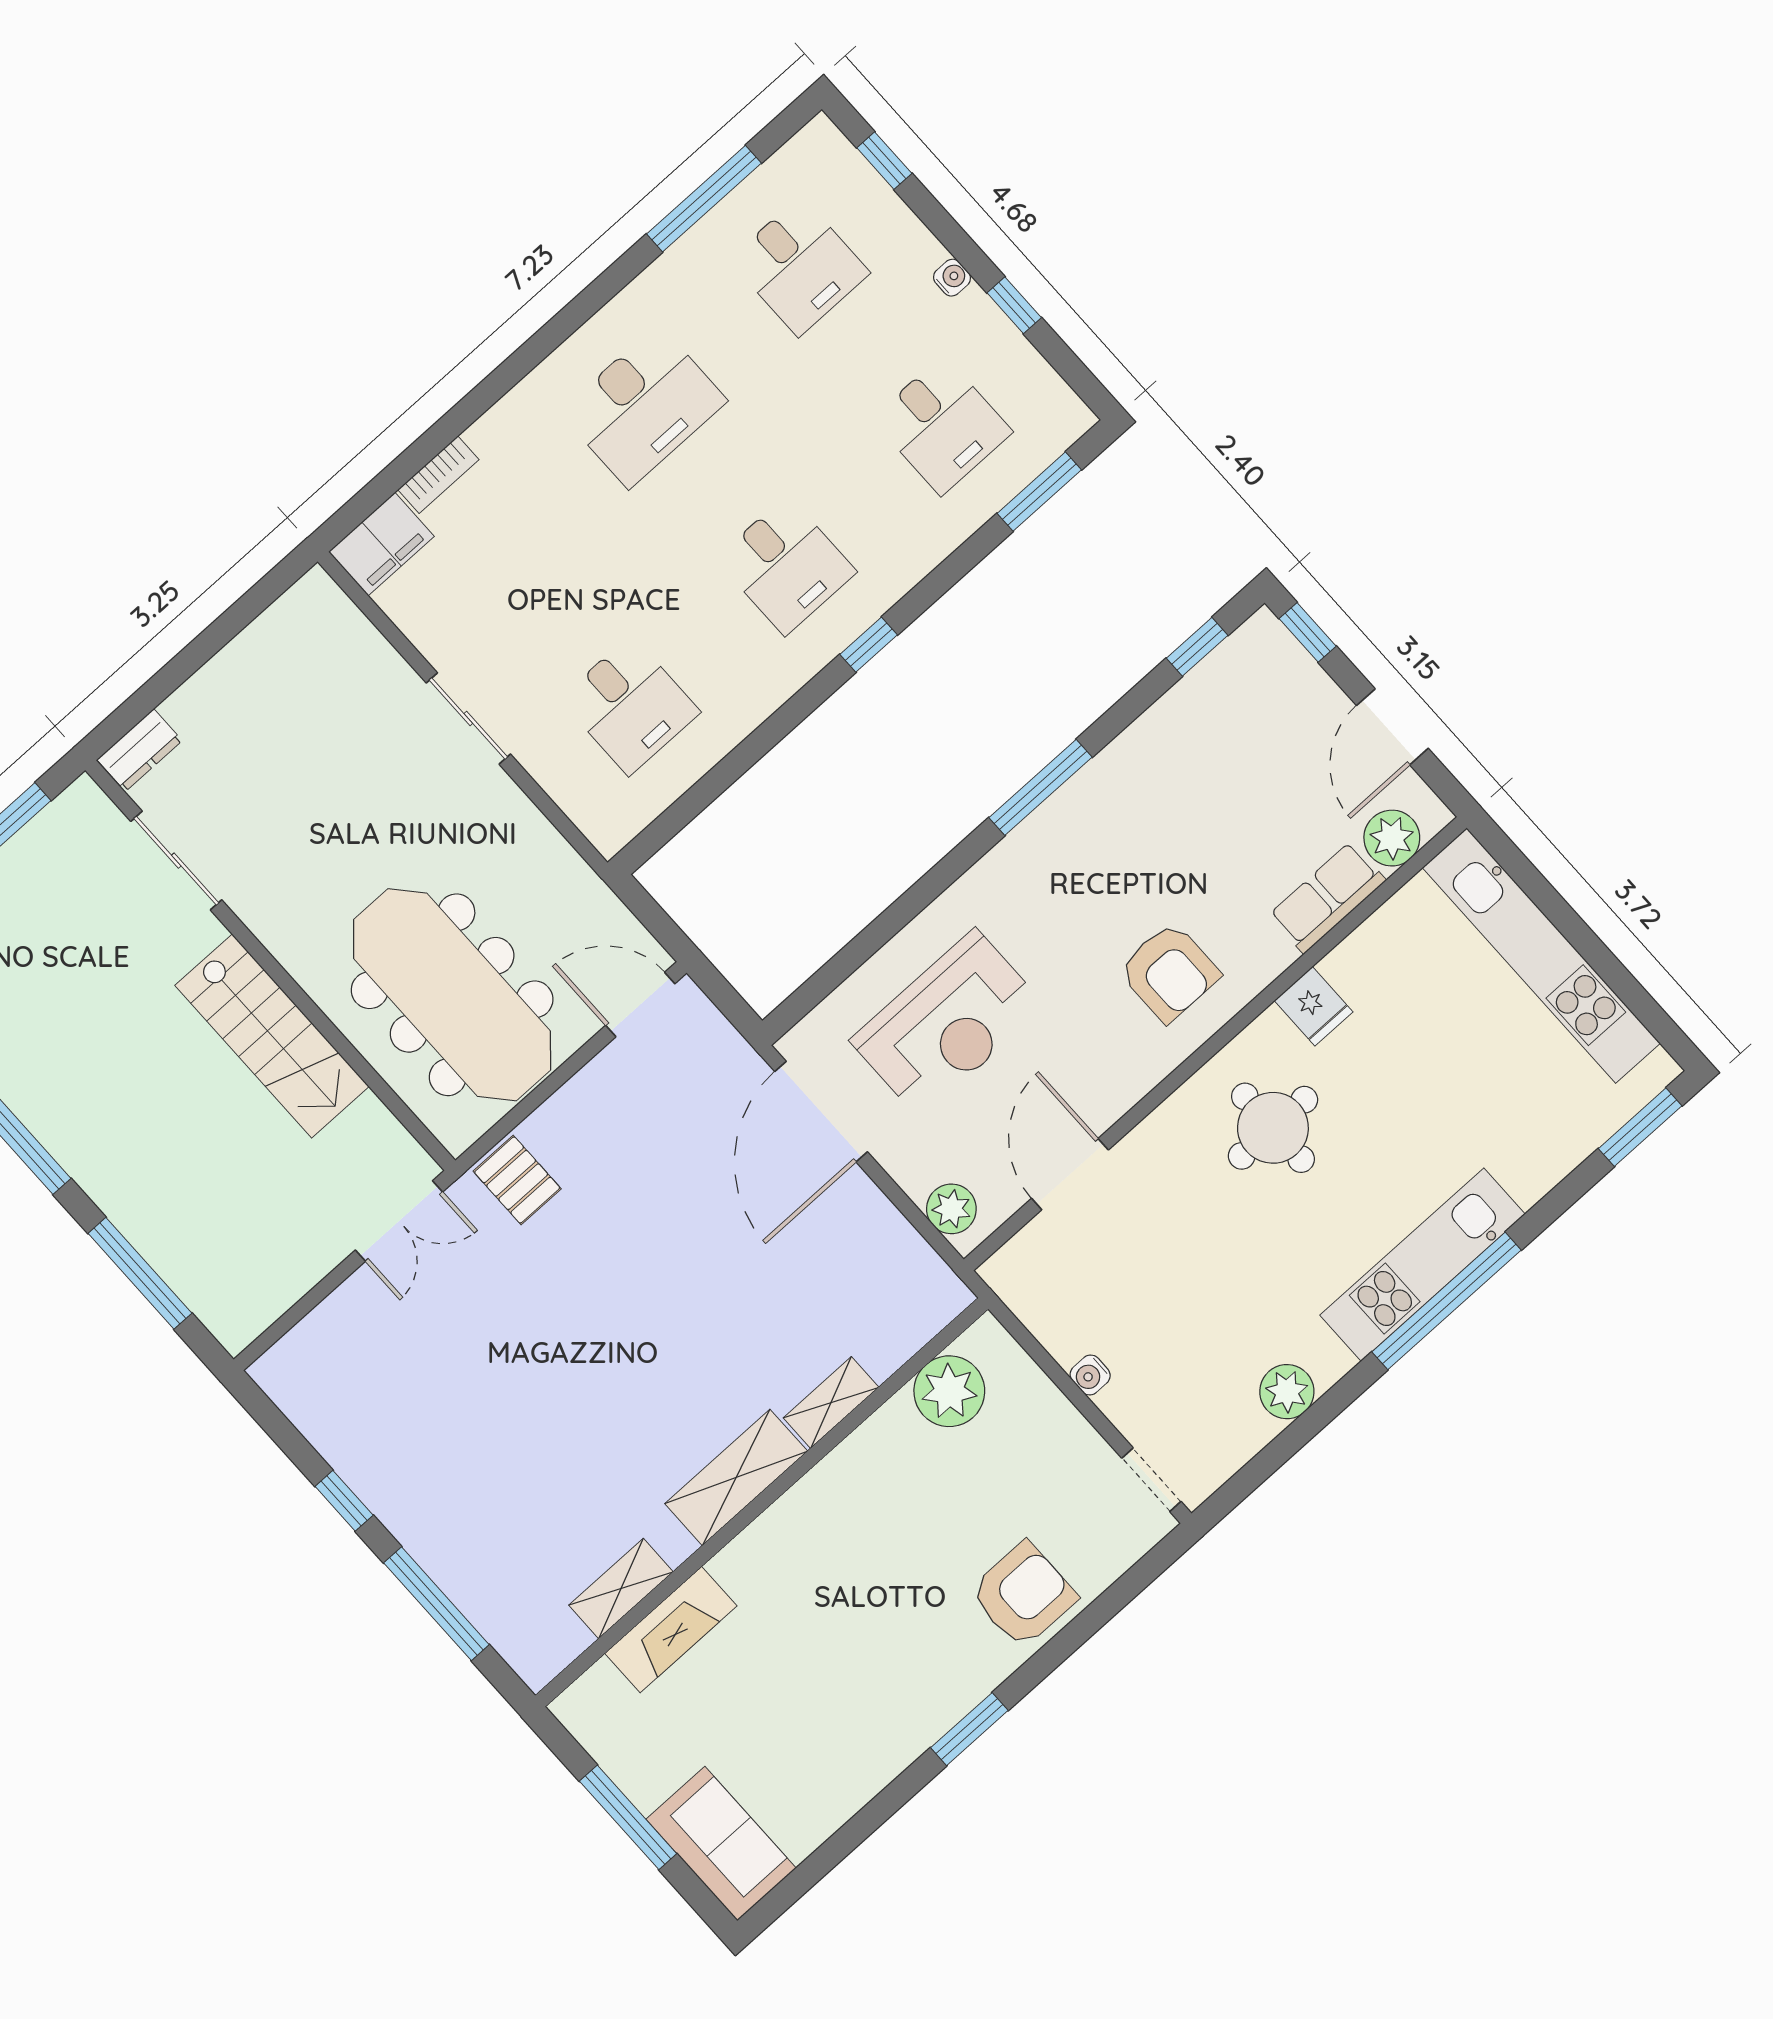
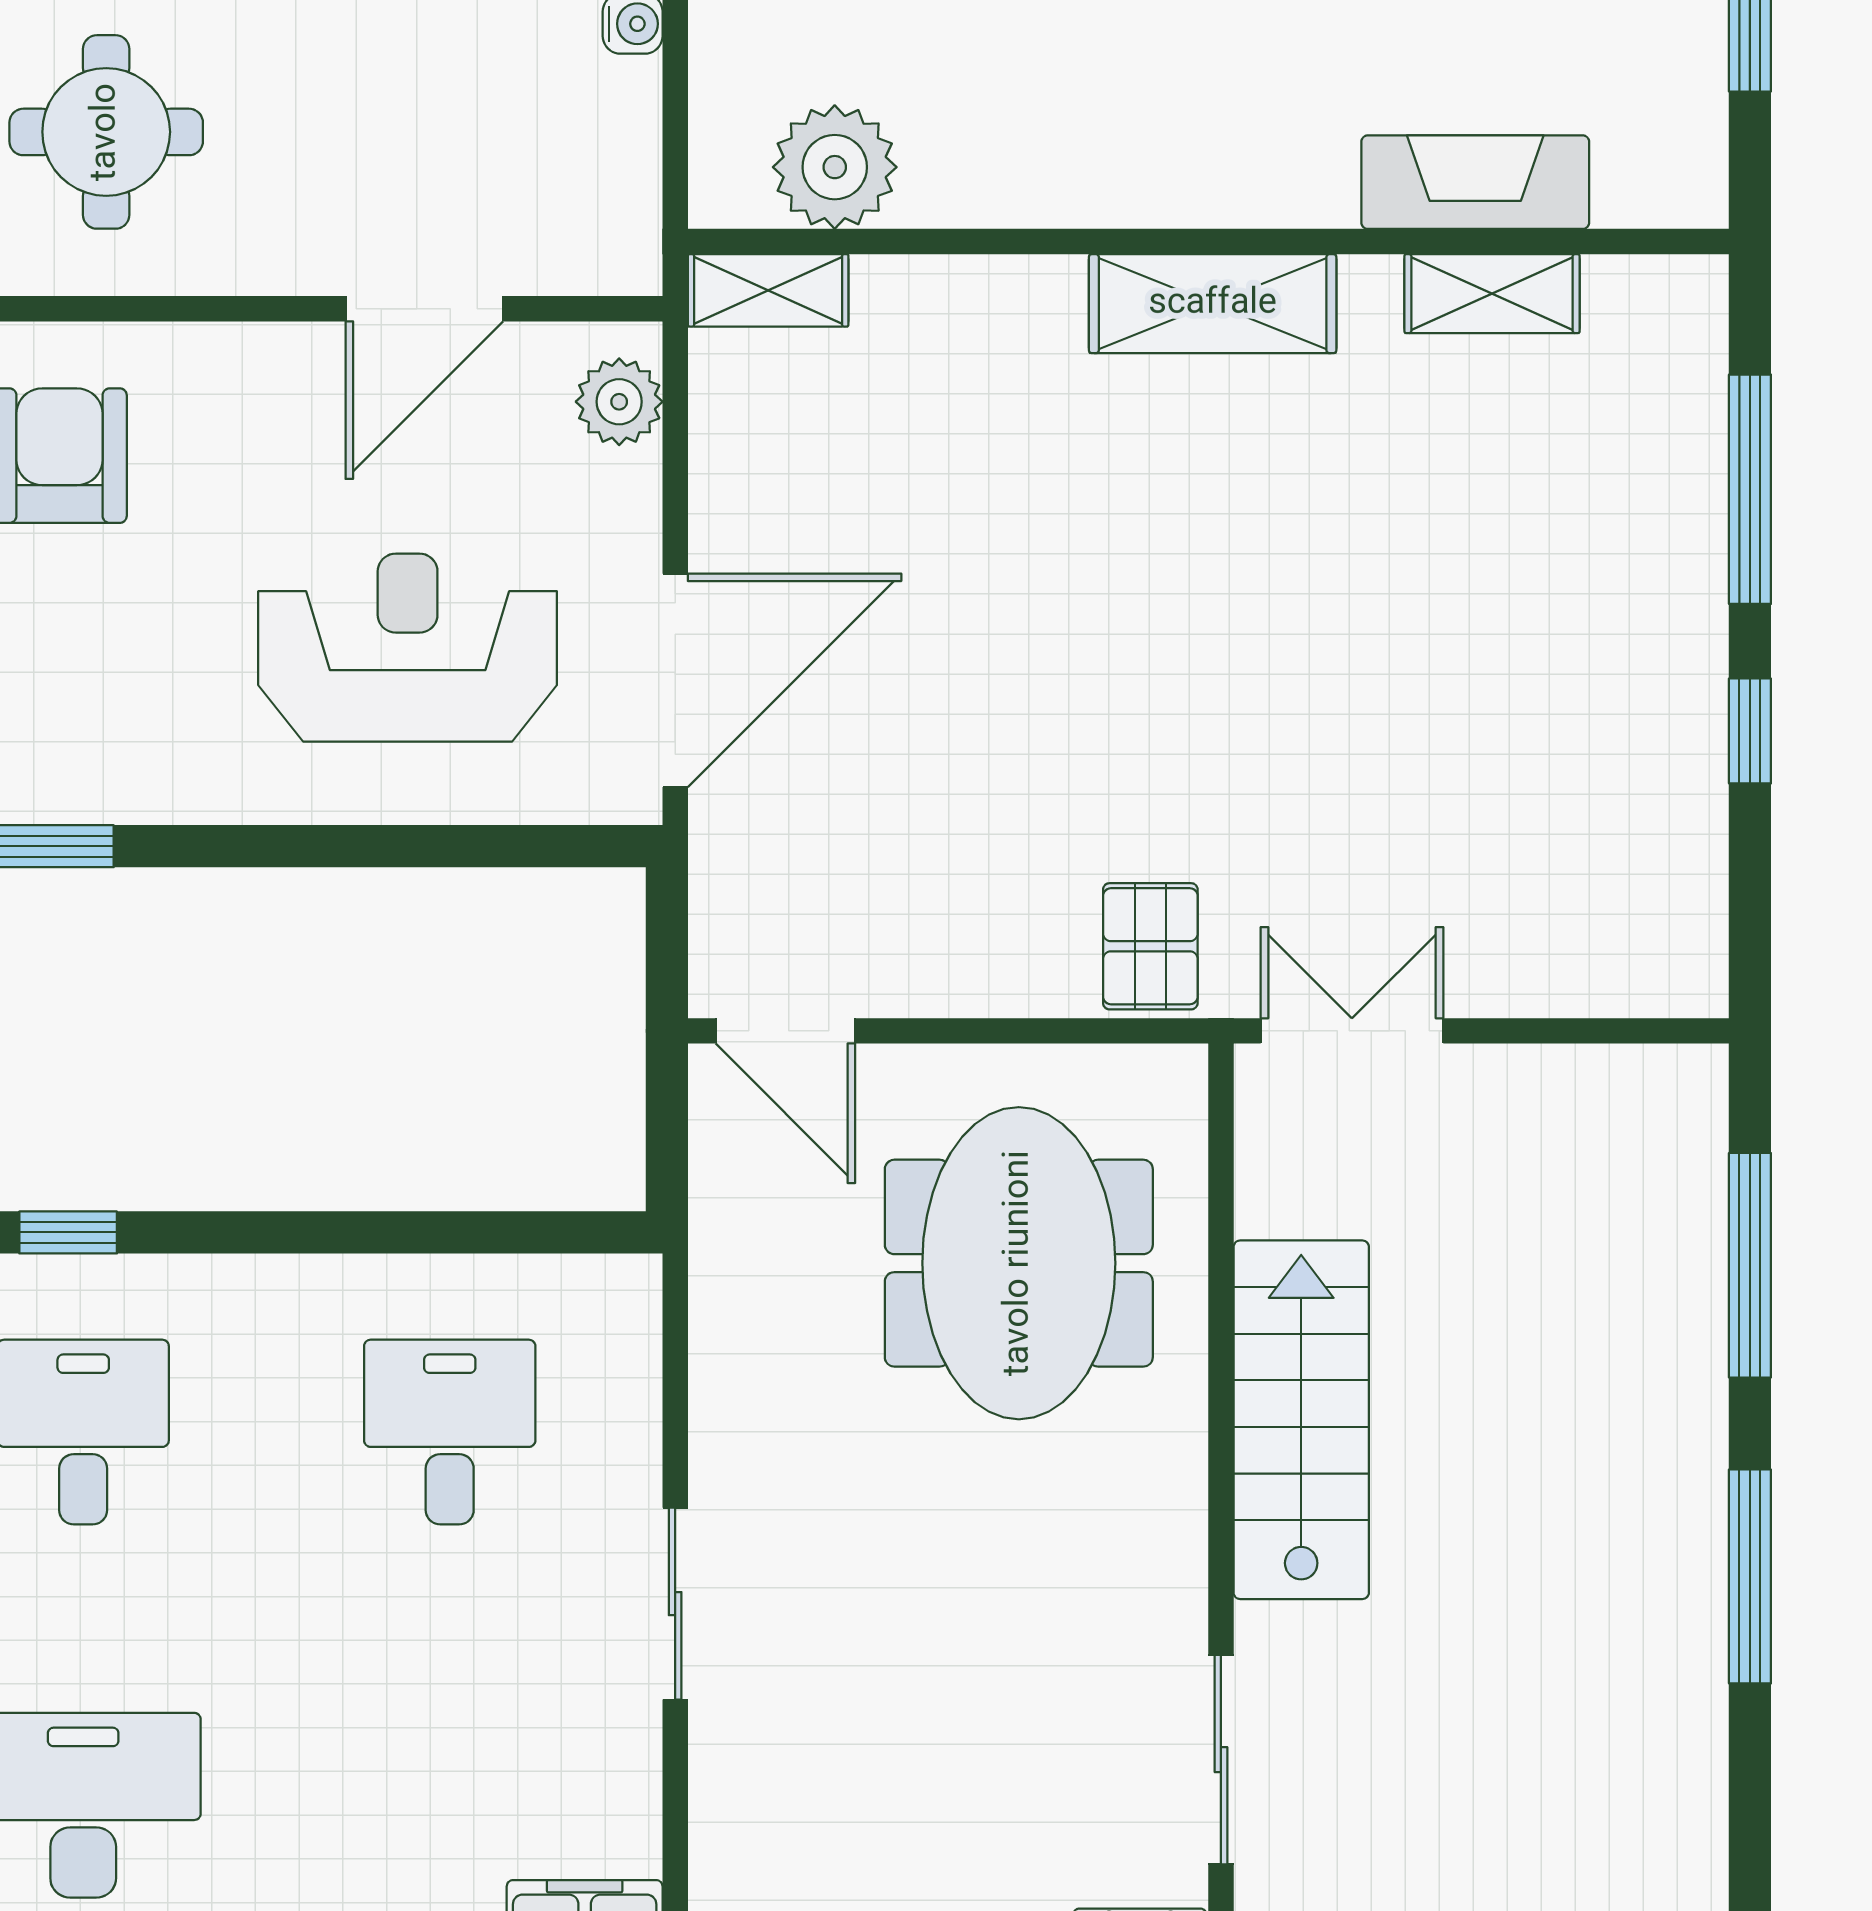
meeting table: (452, 995) -> (1019, 1263), width x0.73
shelving: (831, 1403) -> (768, 290), moved

